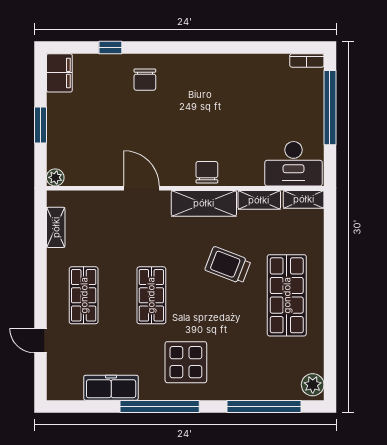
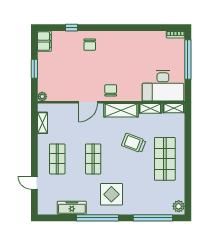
desk: (294, 164) -> (163, 86), width x1.36, depth x1.30
chair: (207, 172) -> (111, 90), moved
door: (142, 188) -> (88, 102), swing flipped

